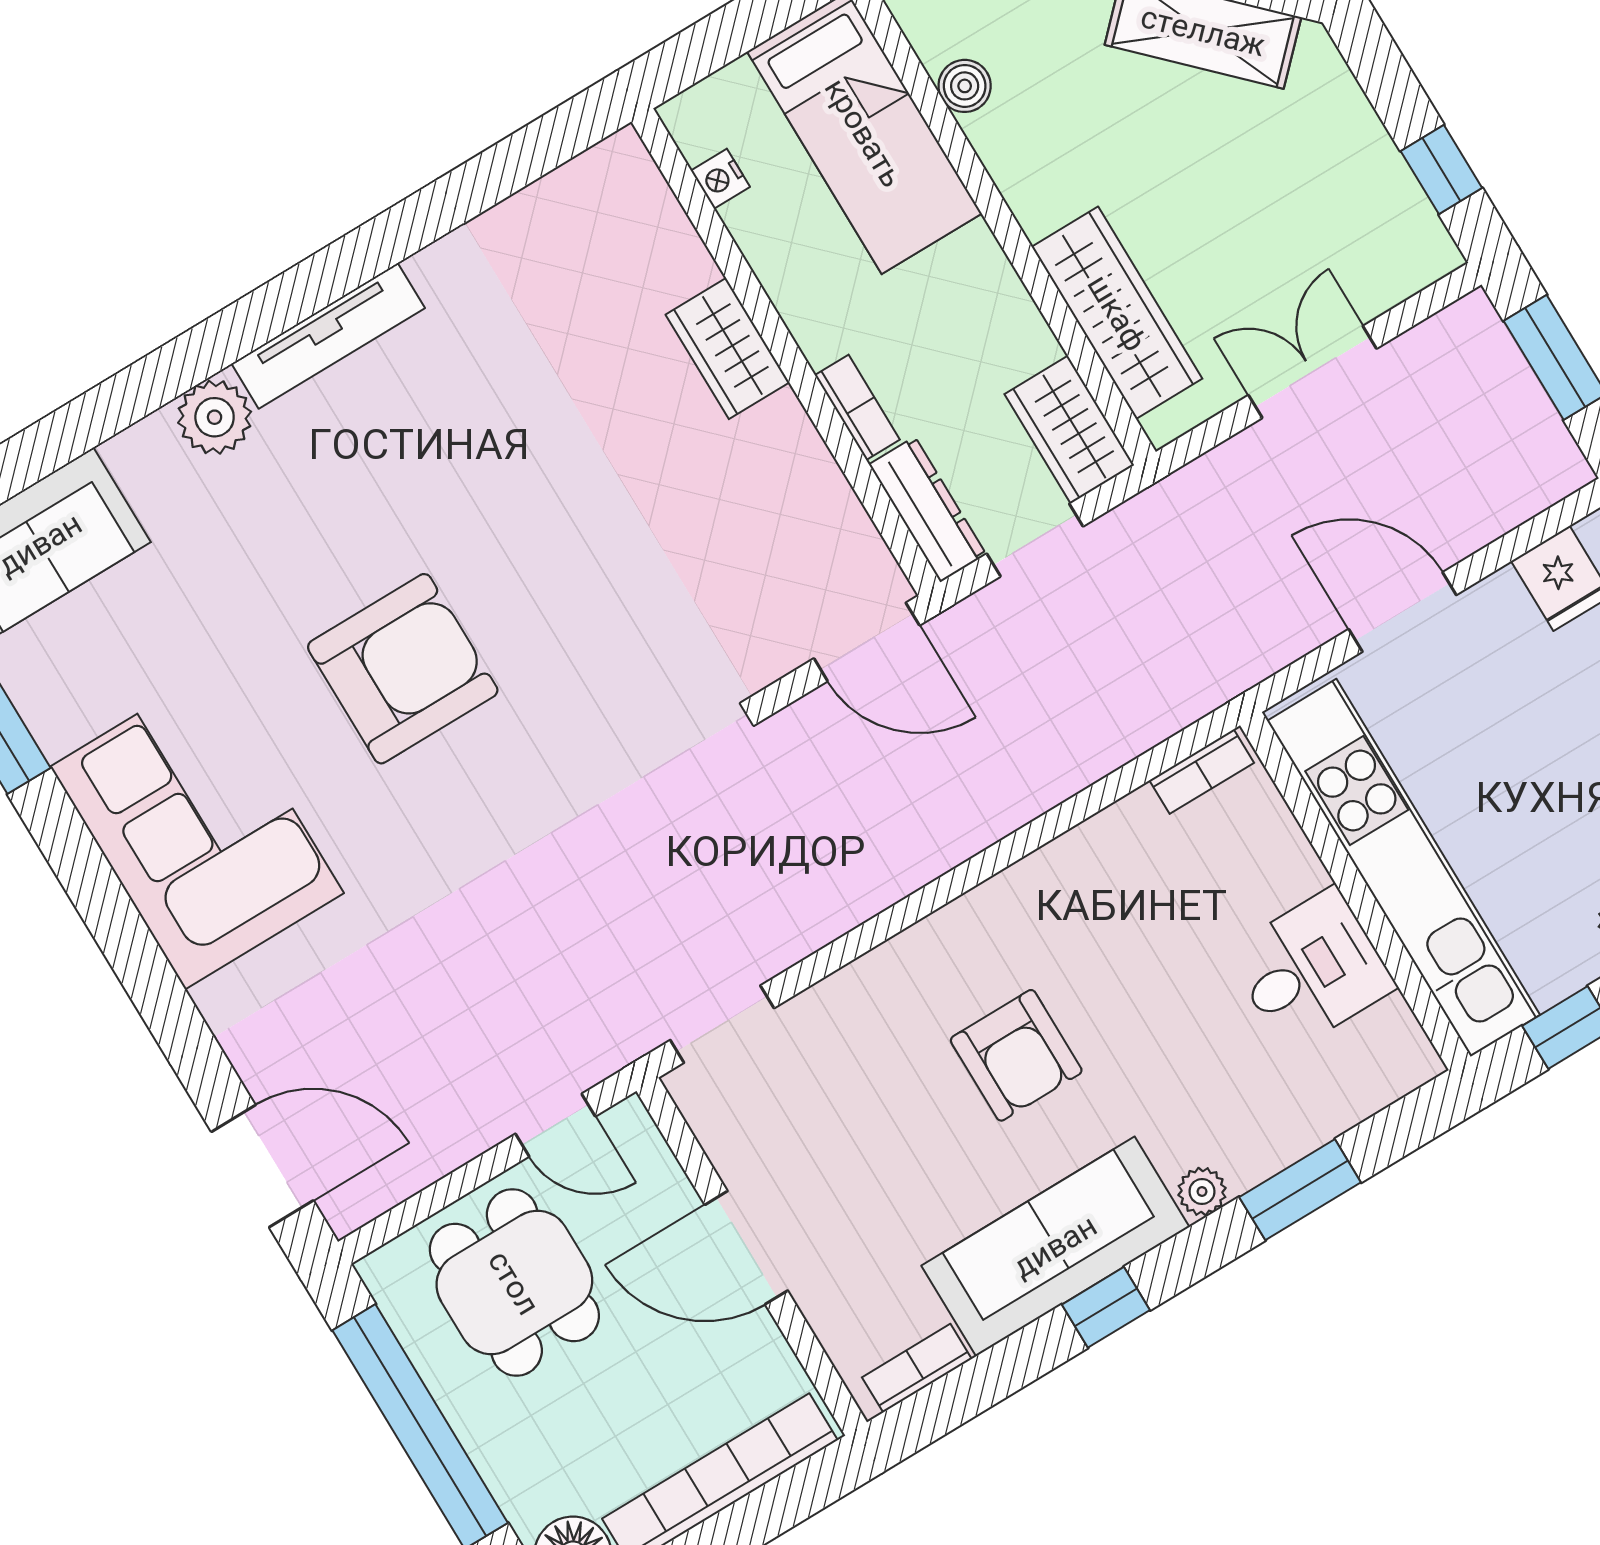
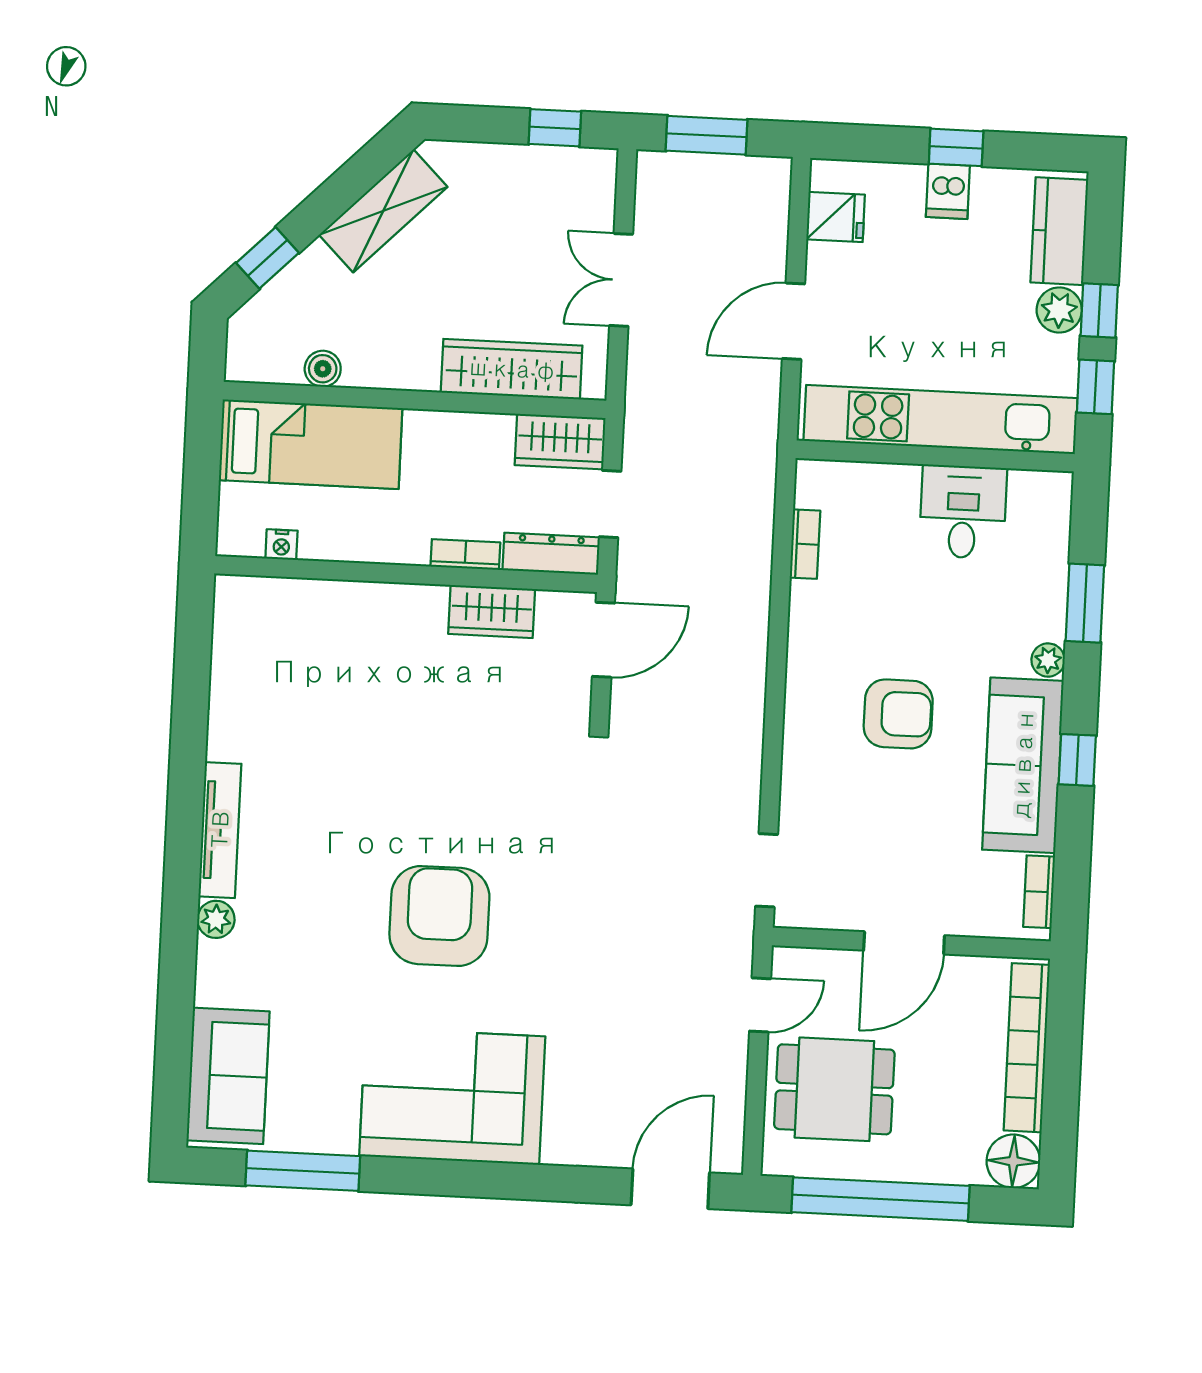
wardrobe: (728, 349) -> (492, 611), moved
plant: (215, 417) -> (216, 919), width x0.73, depth x0.73
bookcase: (1202, 771) -> (805, 544), moved

